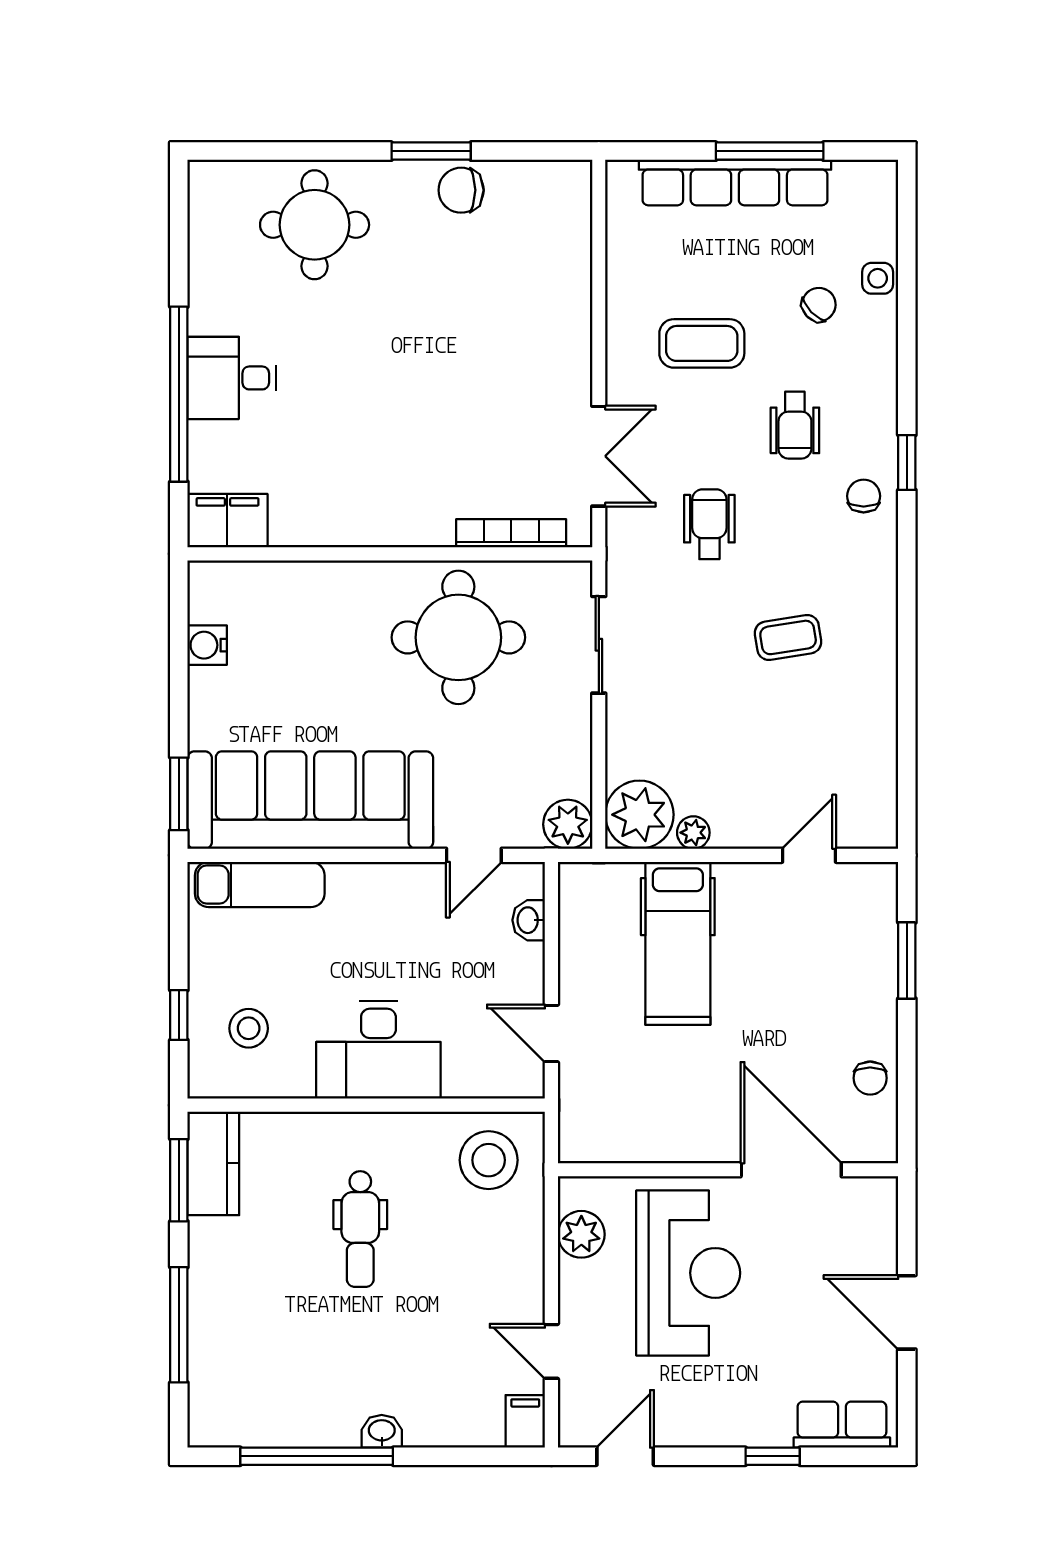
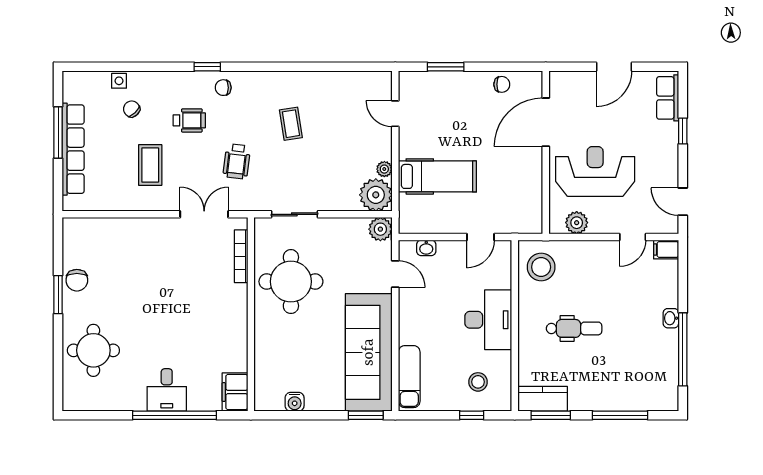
wheelchair: (709, 524) -> (237, 161), turned -83

